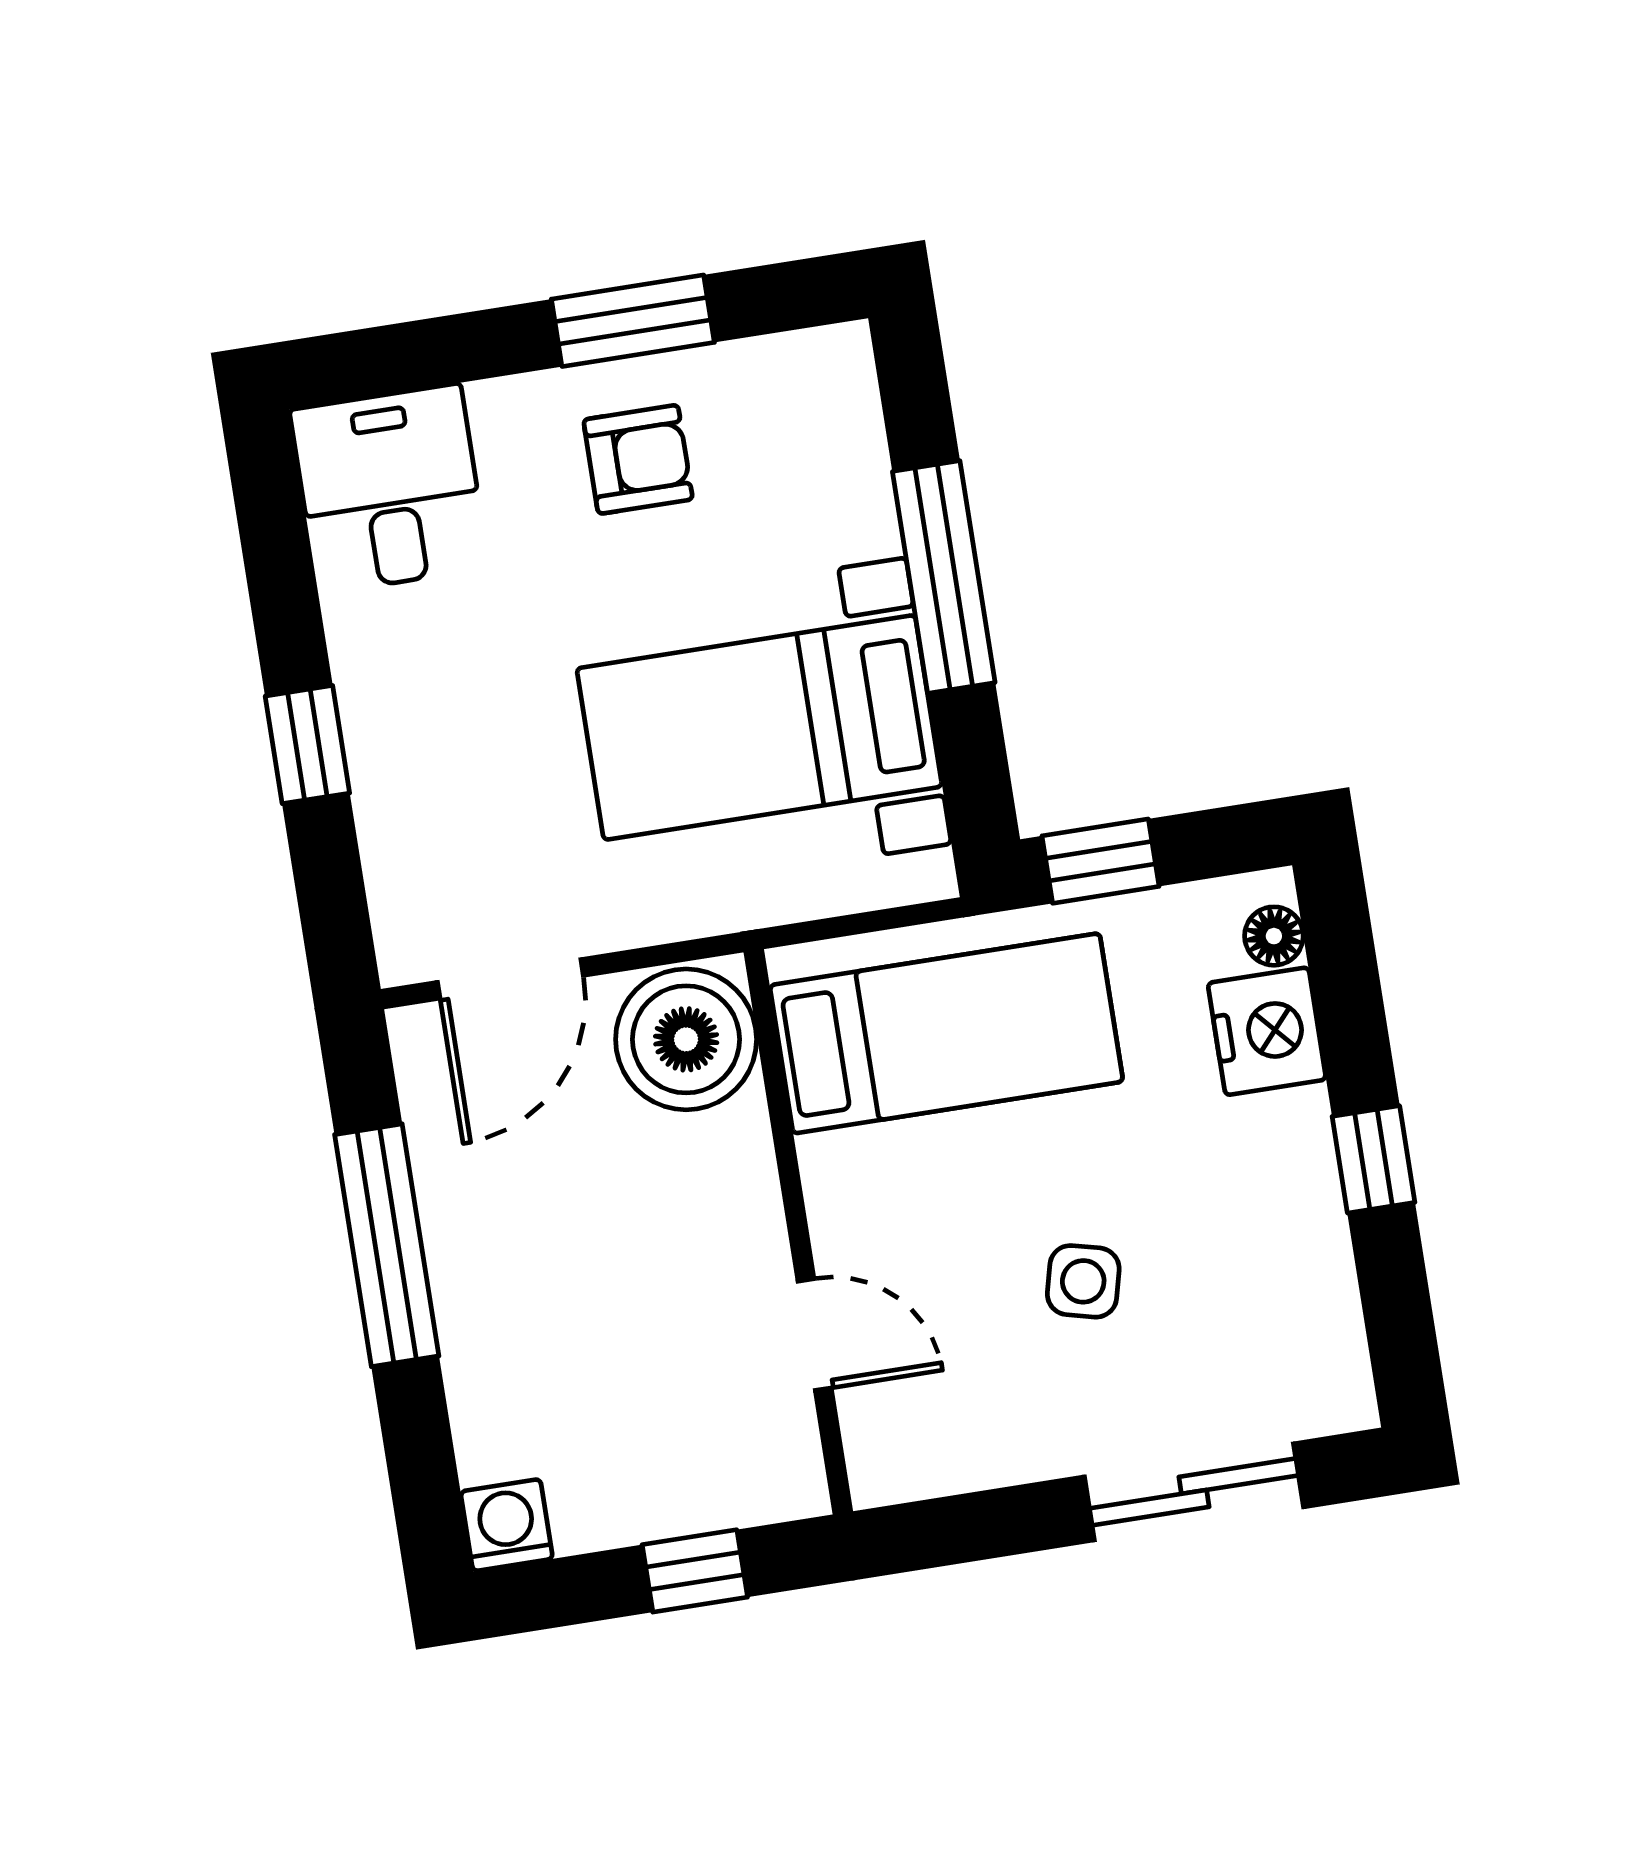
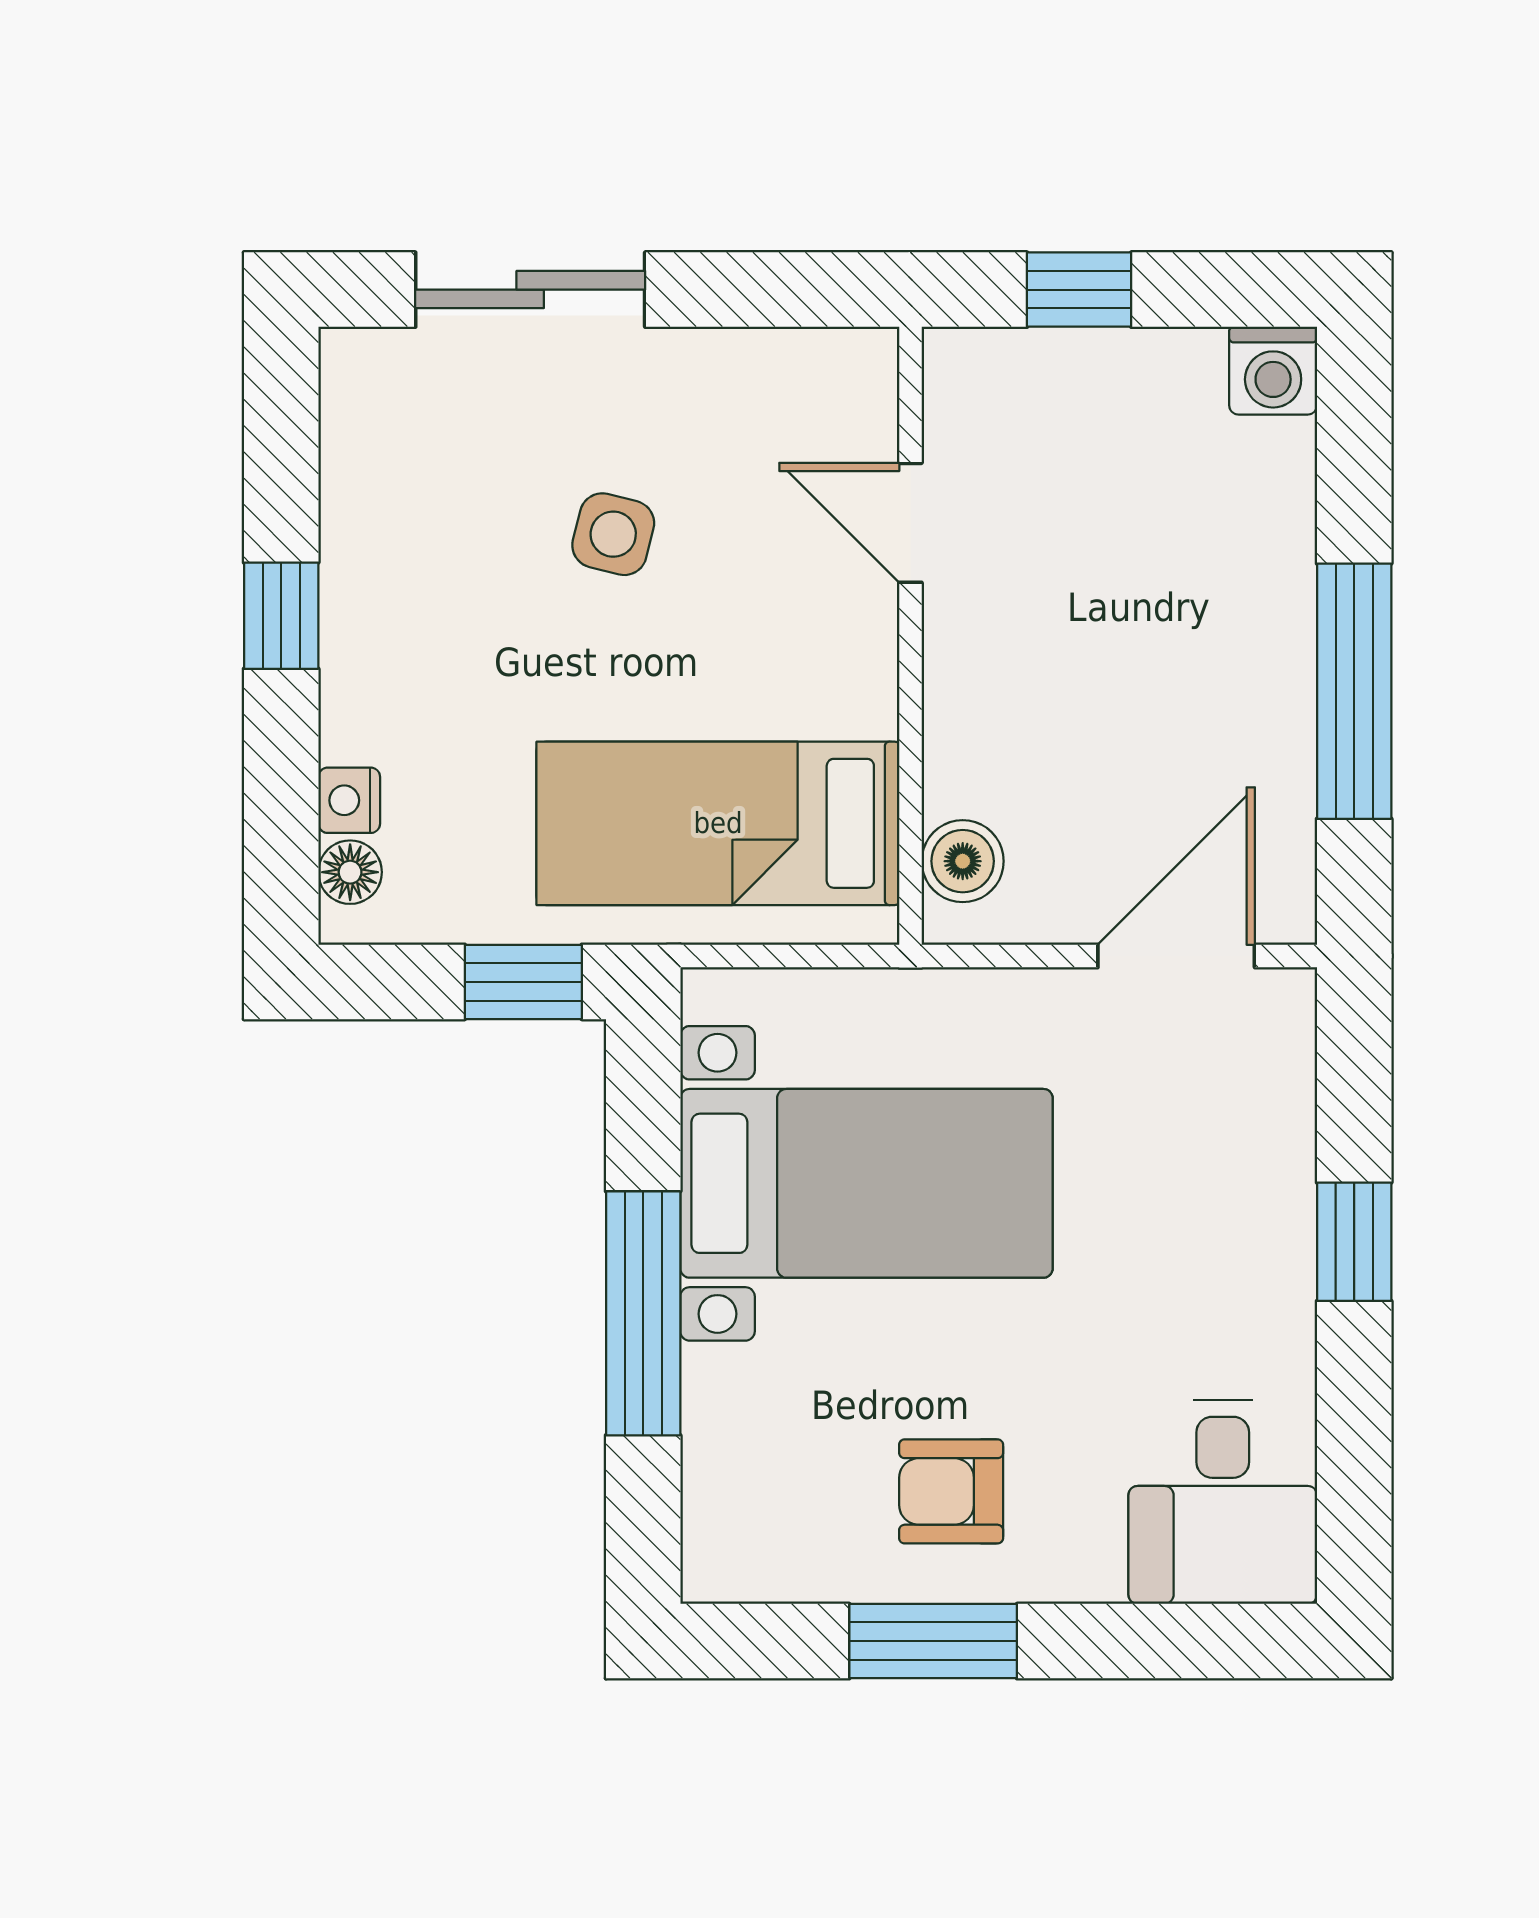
nightstand: (1267, 1031) -> (349, 800), width x0.53, depth x0.56
boiler: (686, 1039) -> (963, 861), width x0.54, depth x0.54

